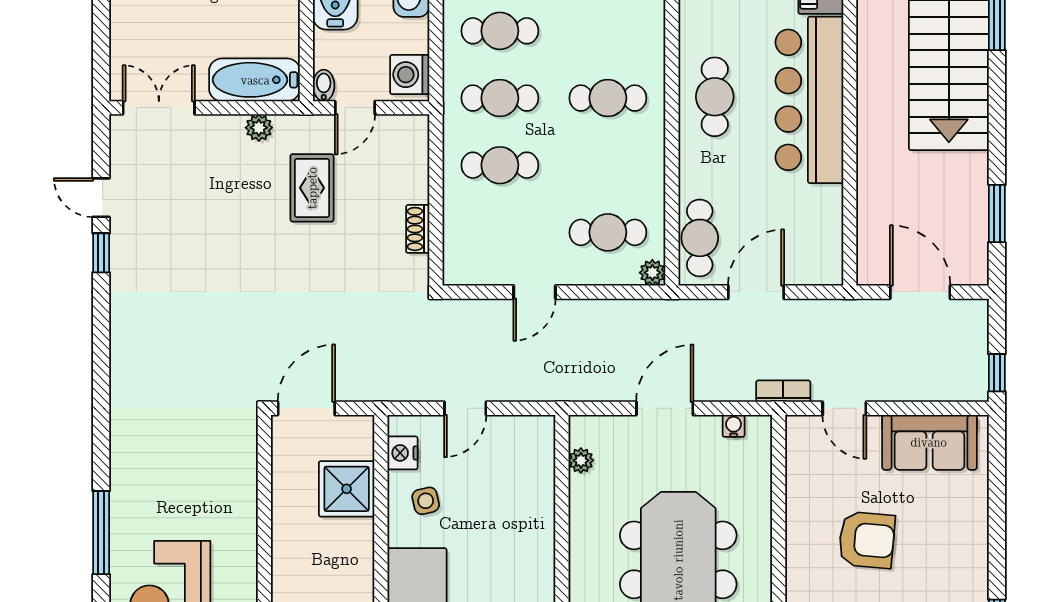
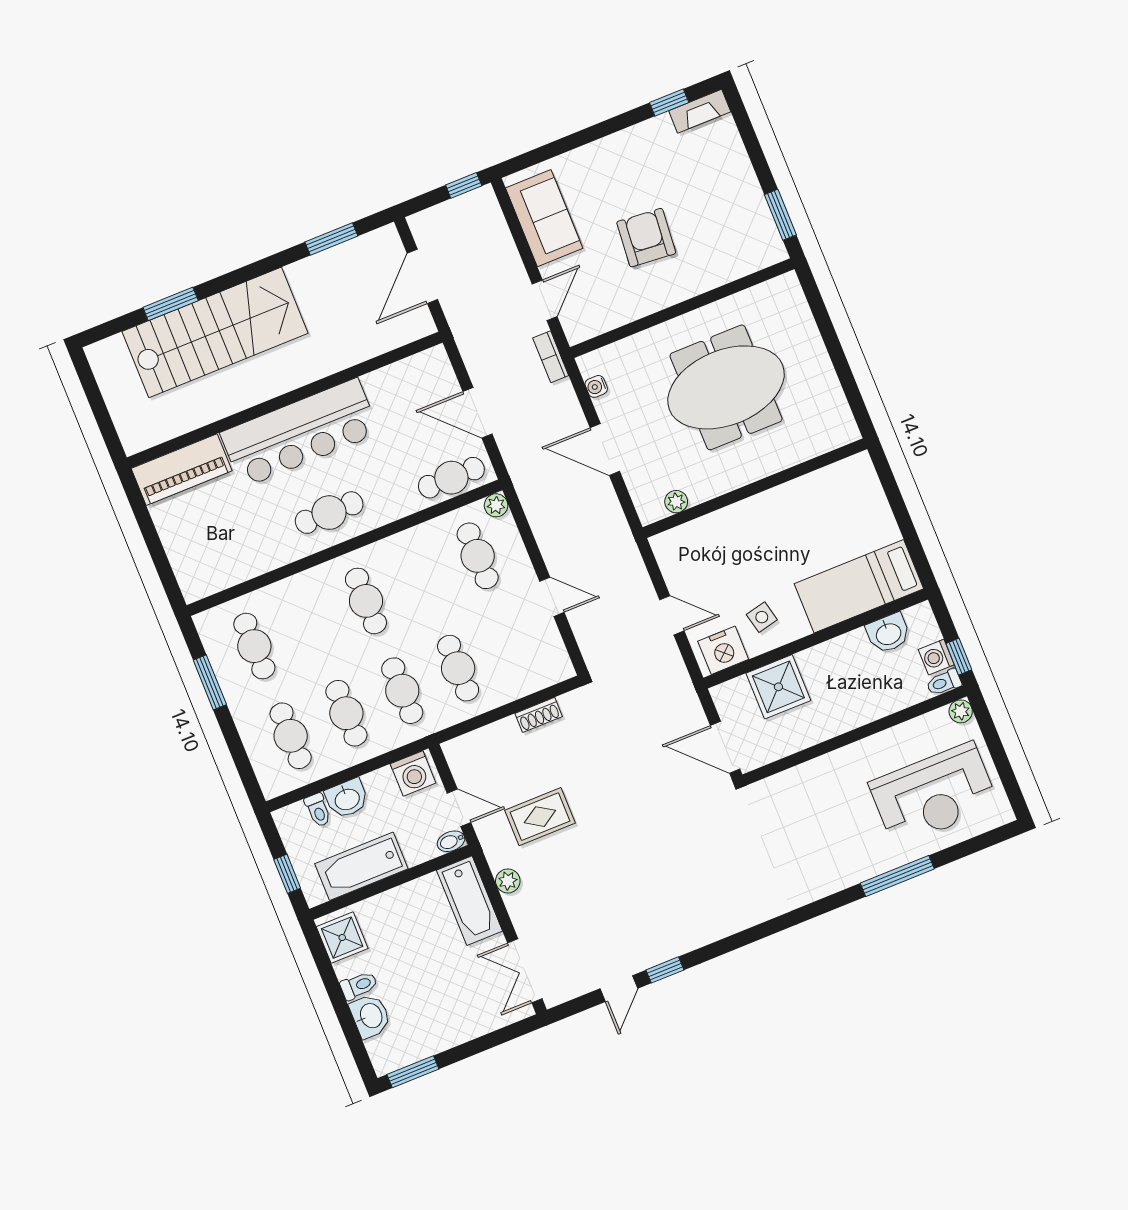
nightstand: (403, 453) -> (723, 650), width x1.36, depth x1.33

